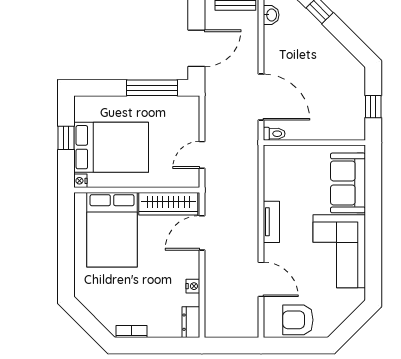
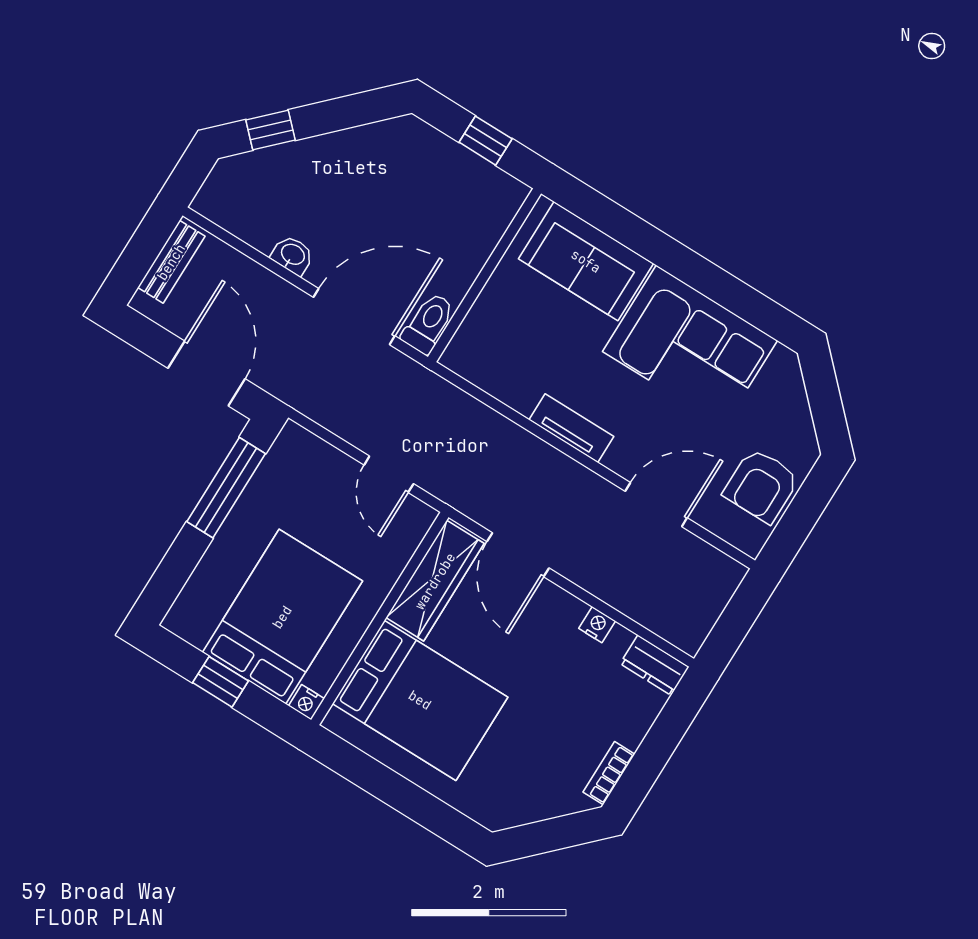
washbasin: (271, 15) -> (292, 255), moved
toilet: (274, 134) -> (428, 323), width x1.37, depth x1.39

